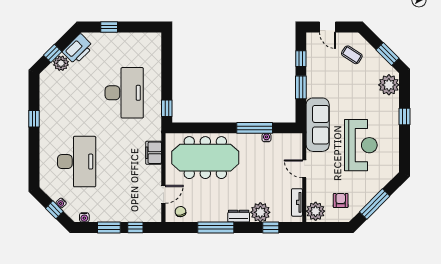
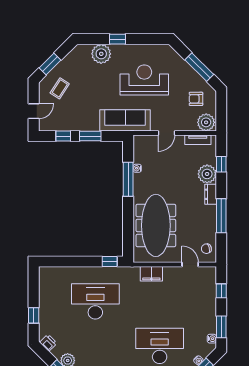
printer: (78, 49) -> (48, 343), width x0.53, depth x0.68
window: (387, 54) -> (50, 64), moved
plant: (389, 85) -> (101, 54), moved
window: (109, 227) -> (221, 327), moved

